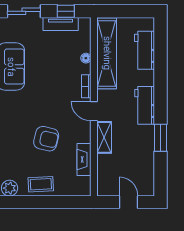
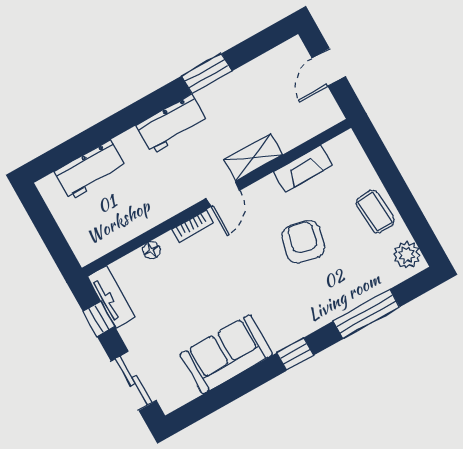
tv unit: (61, 24) -> (111, 297), moved
shelving: (107, 53) -> (127, 223), removed

